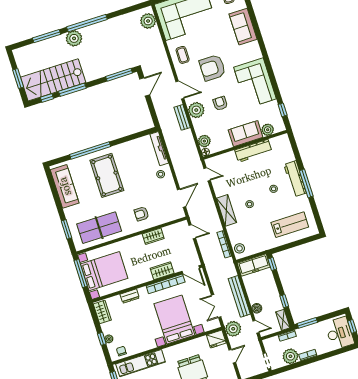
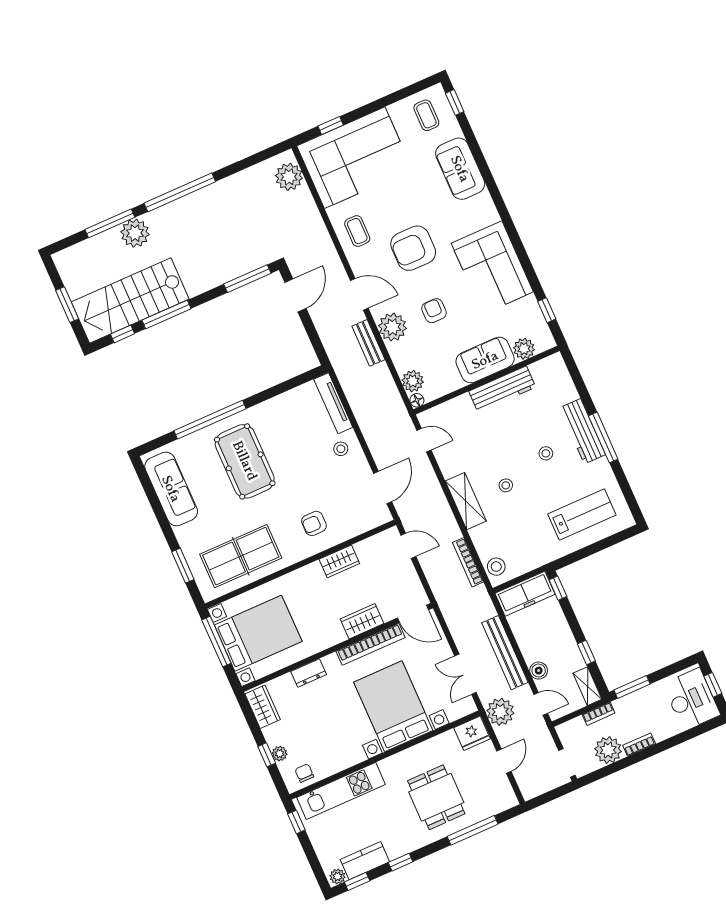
plant: (74, 38) -> (135, 233), moved

